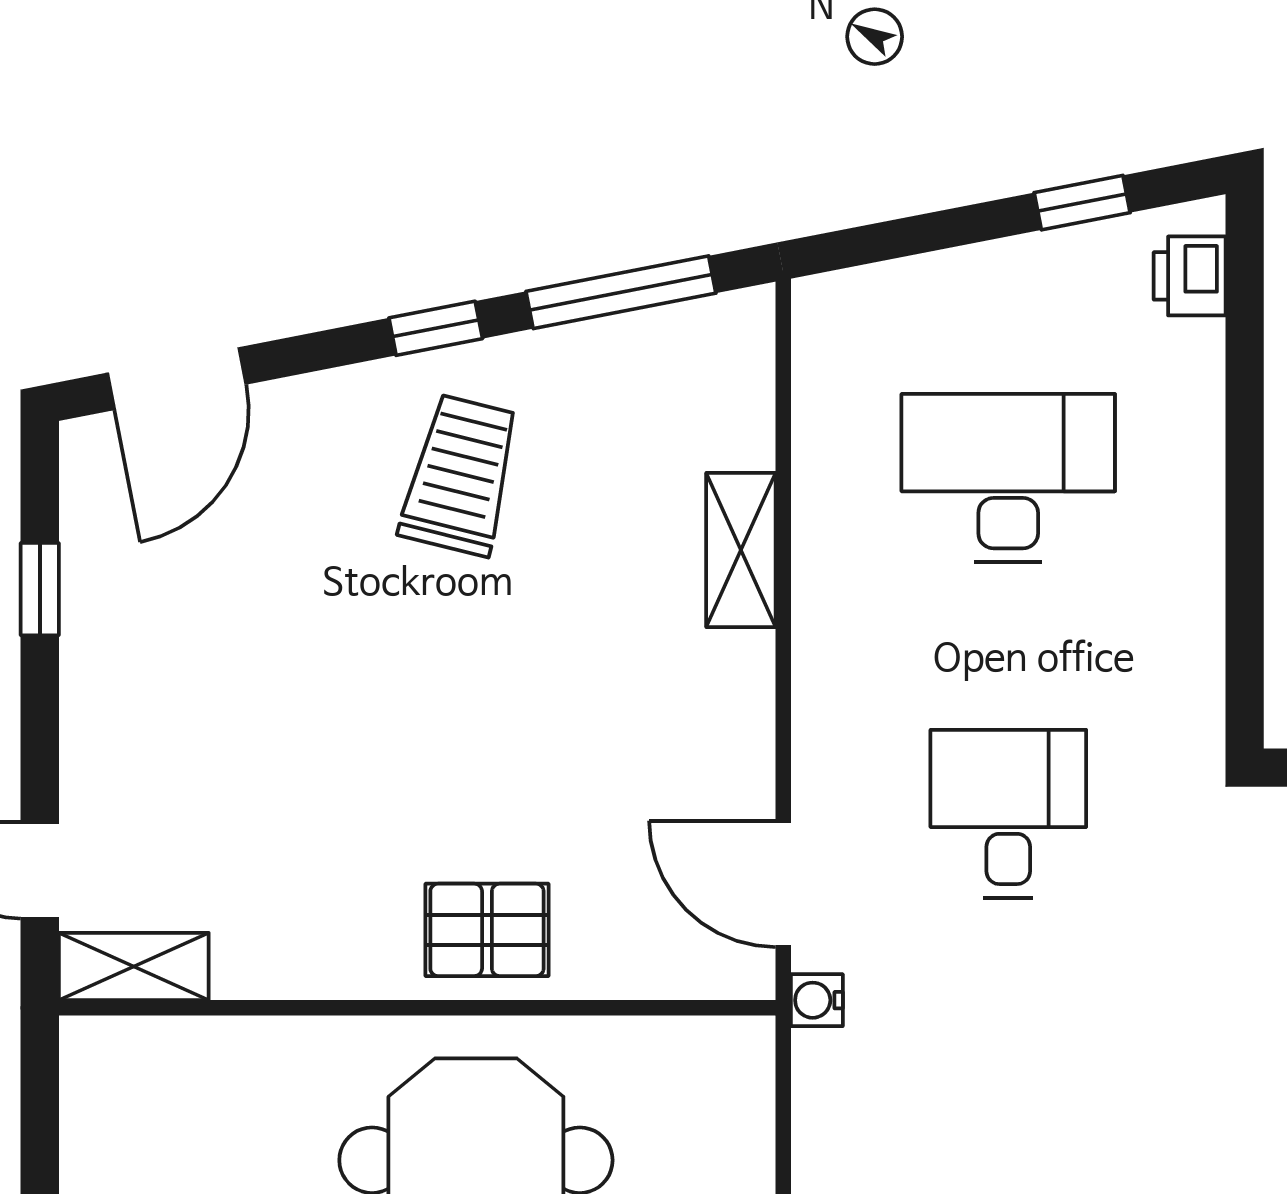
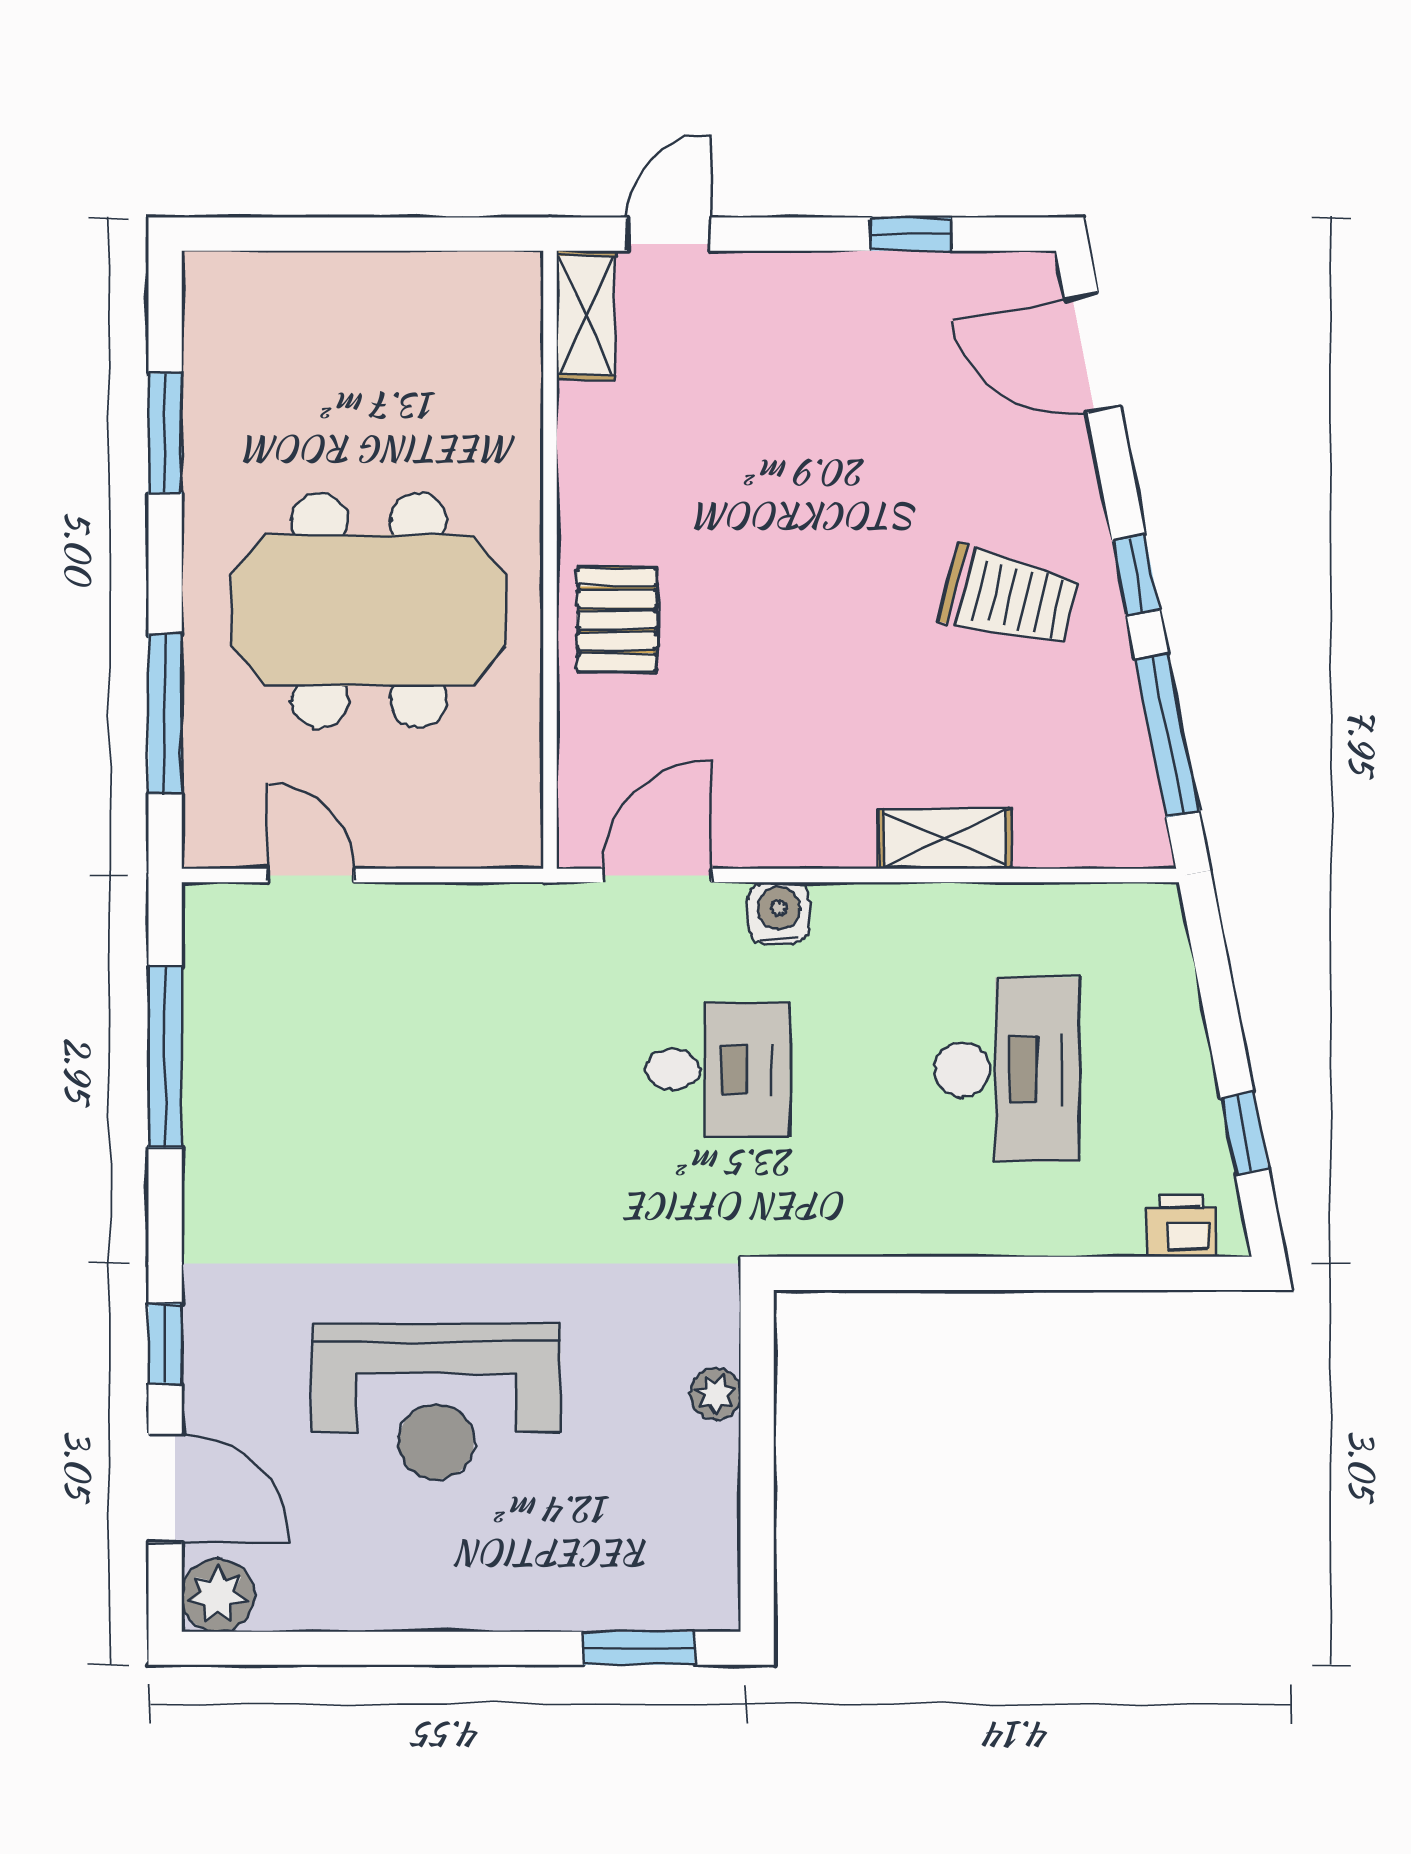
water cooler: (817, 1000) -> (779, 913), moved, width x1.38, depth x1.38

